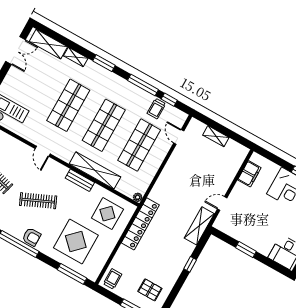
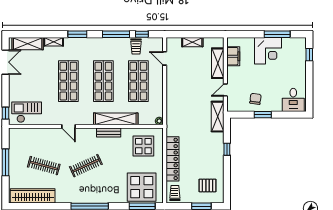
shelving: (230, 172) -> (218, 63), added
locker: (140, 224) -> (172, 159), moved
chair: (248, 229) -> (255, 99), added
armchair: (32, 237) -> (96, 196), removed
display table: (76, 242) -> (142, 187), moved

